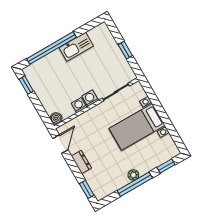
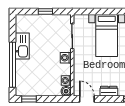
washing machine: (79, 105) -> (66, 80), moved

